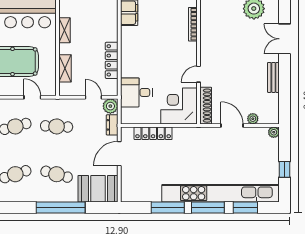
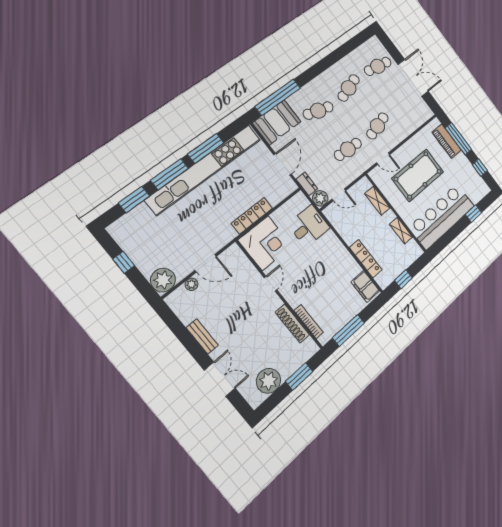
locker: (112, 60) -> (366, 259), moved
shoe rack: (206, 106) -> (292, 323), moved
plant: (274, 132) -> (163, 280), width x1.87, depth x1.87
locker: (153, 133) -> (252, 216), moved
kitchen unit: (221, 193) -> (204, 169), moved
window: (61, 207) -> (278, 97), moved

